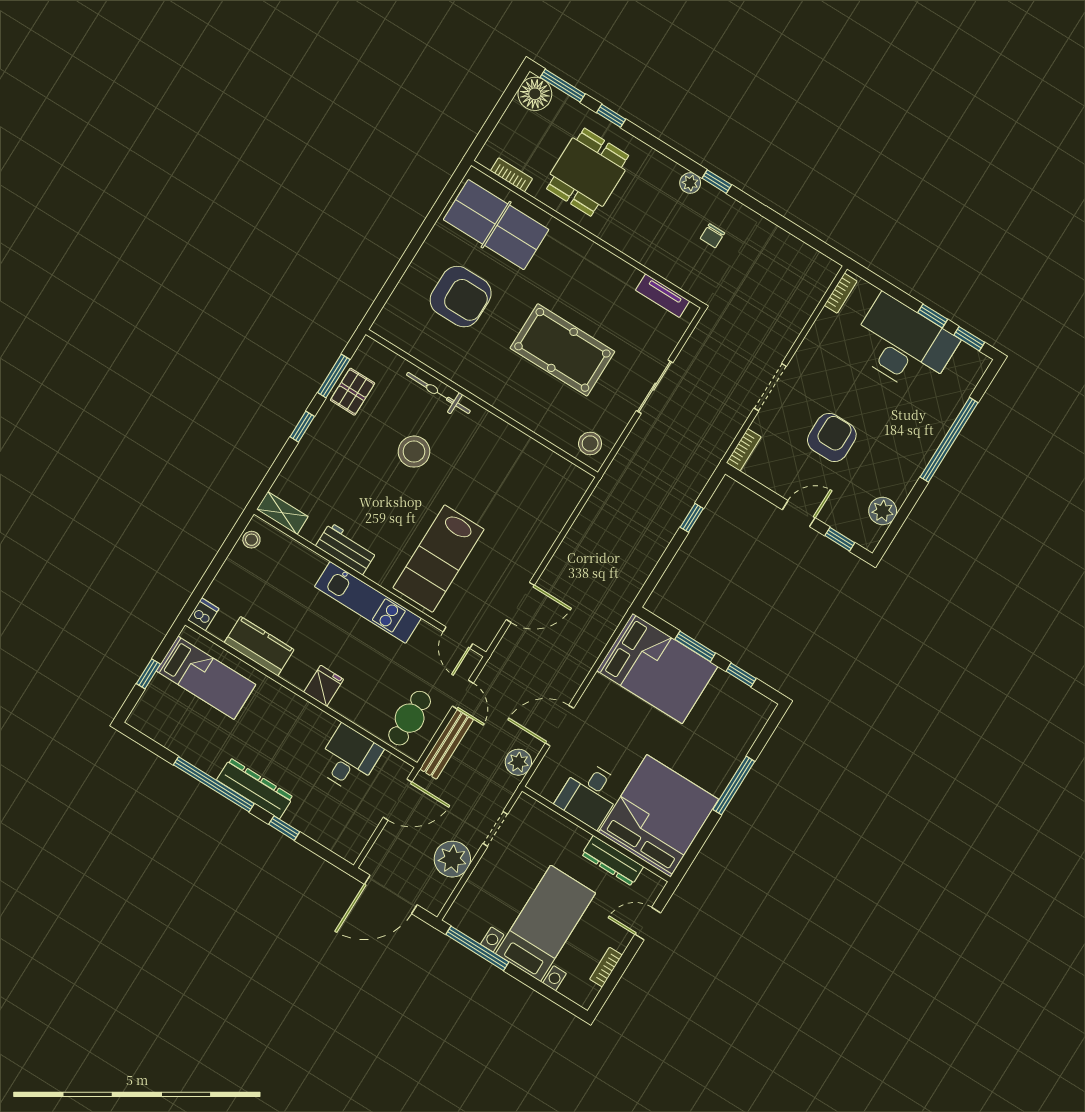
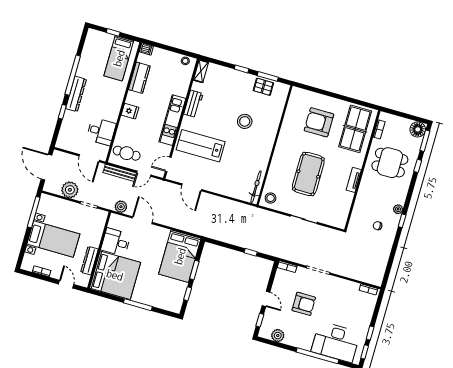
tv unit: (663, 296) -> (354, 180), moved
armchair: (461, 297) -> (319, 122), turned 90
desk: (903, 345) -> (336, 342), moved, turned 90
bicycle: (438, 393) -> (256, 187), moved

